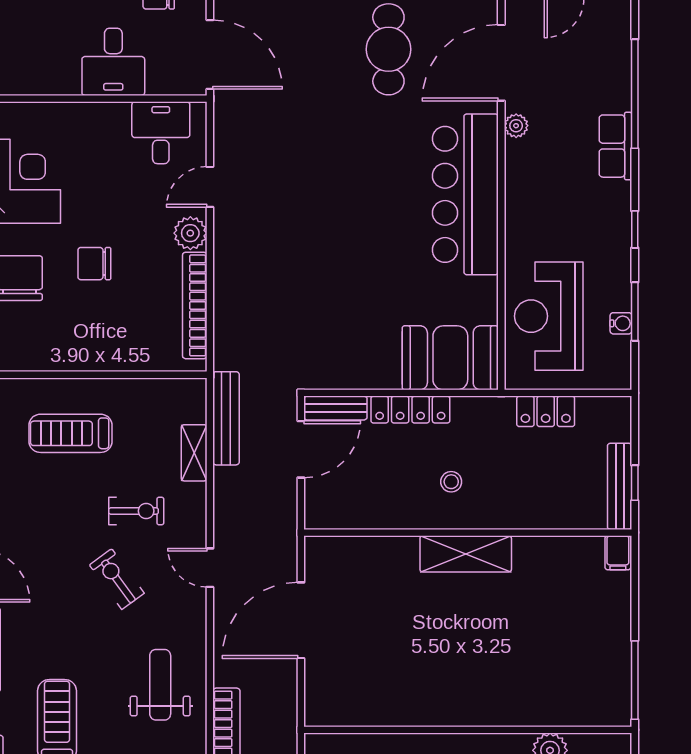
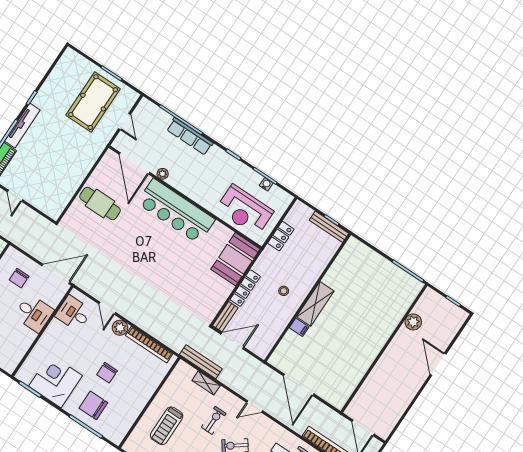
row of seats: (615, 146) -> (190, 136), width x1.48
door: (301, 449) -> (232, 341), hinge flipped
filing cabinet: (618, 553) -> (299, 327), moved

